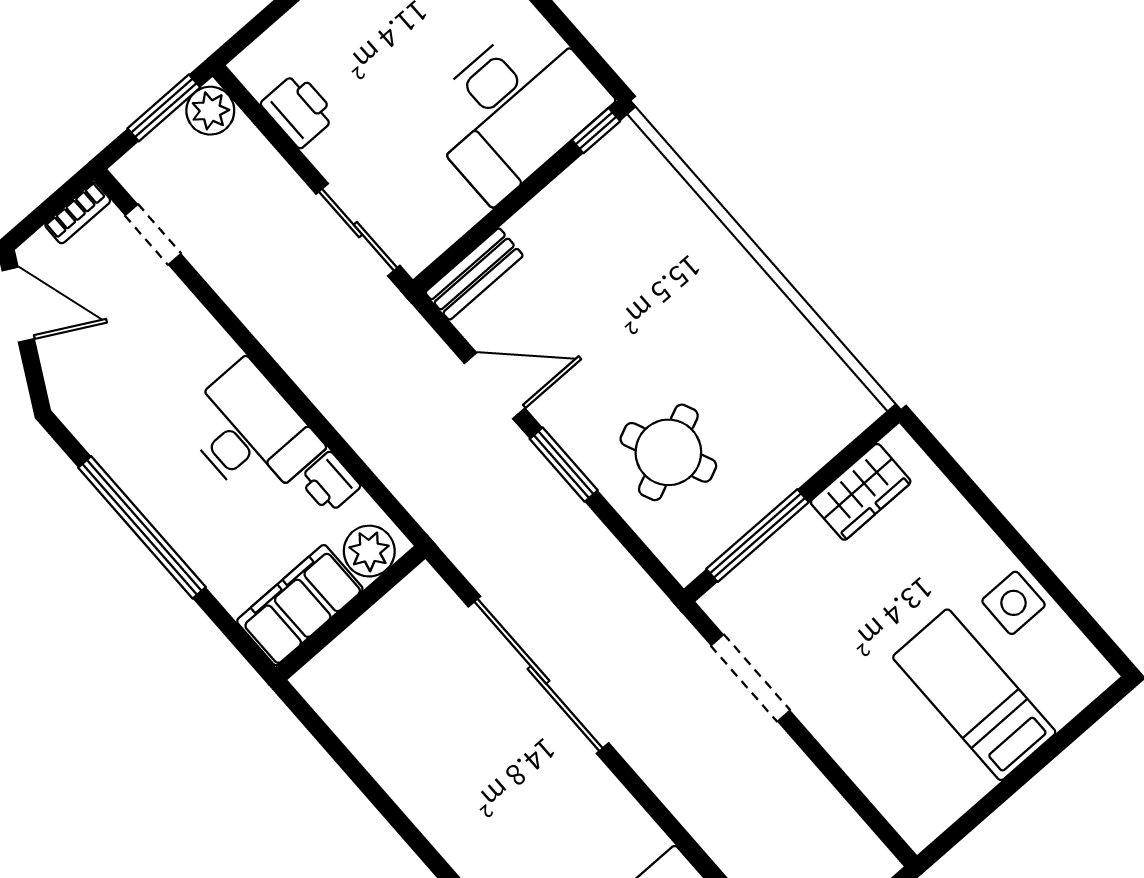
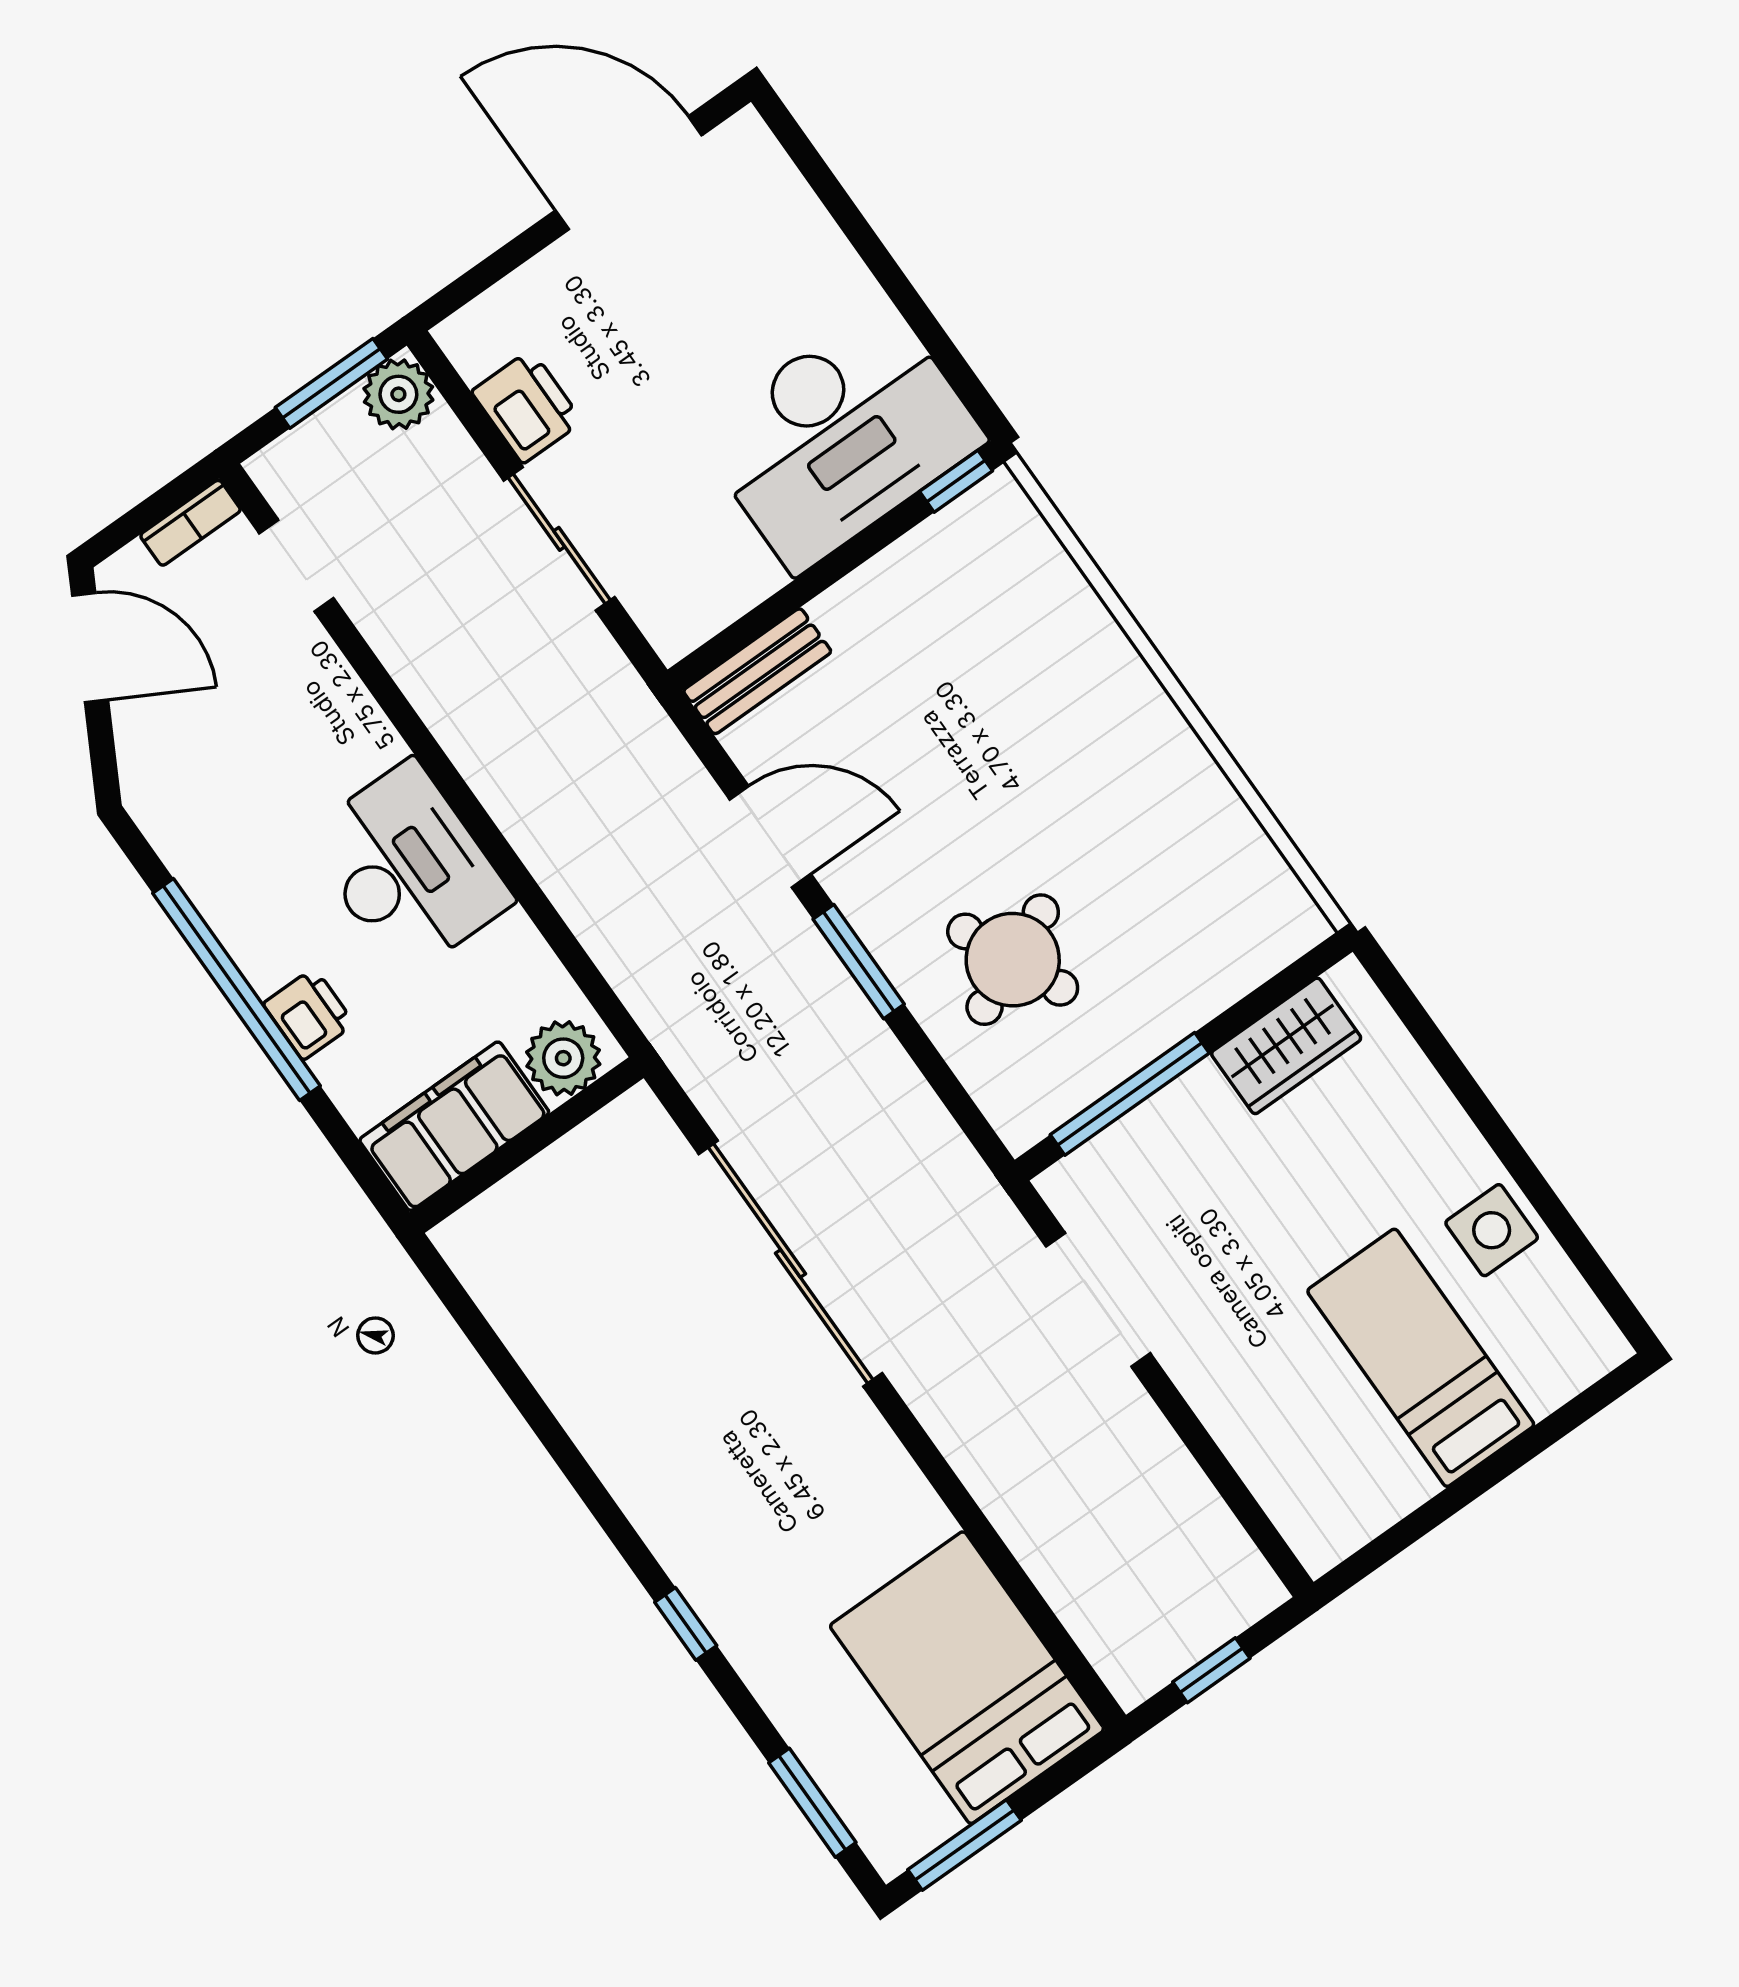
sliding door: (358, 230) -> (559, 539), moved
printer: (329, 483) -> (309, 1014), moved, turned 180

